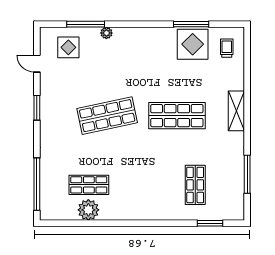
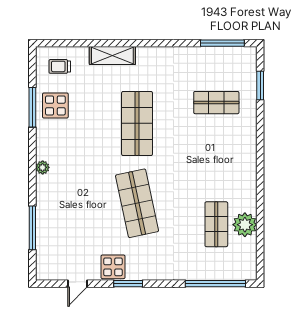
plant: (106, 33) -> (43, 167), moved
display table: (193, 44) -> (55, 105), width x0.73, depth x0.73
display table: (68, 47) -> (113, 267), moved
shelving: (236, 111) -> (112, 55), moved
window: (247, 174) -> (222, 43), moved

